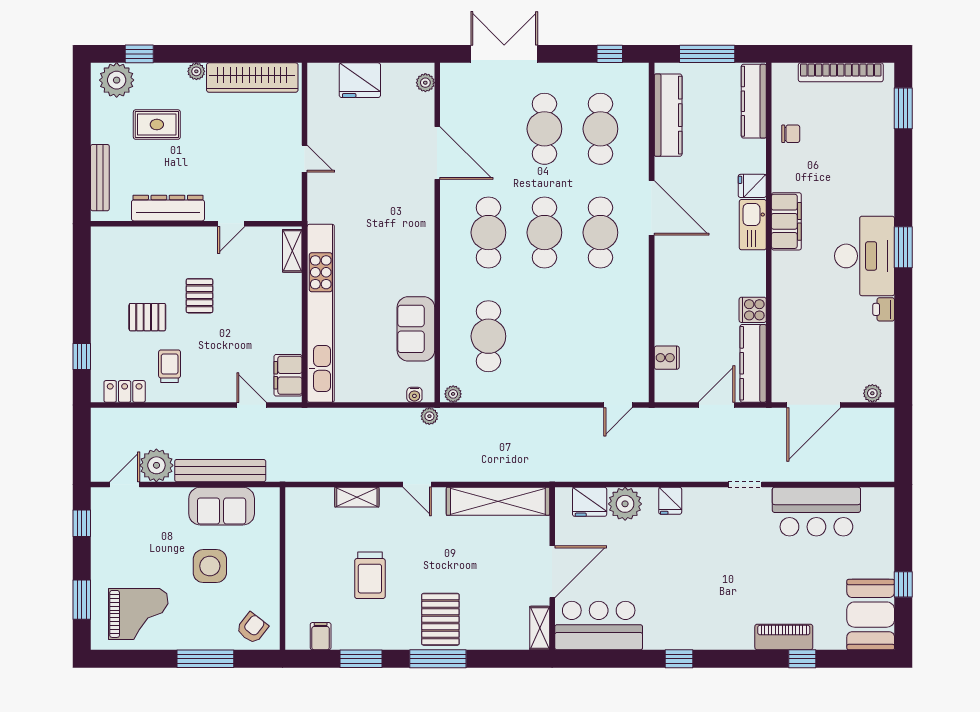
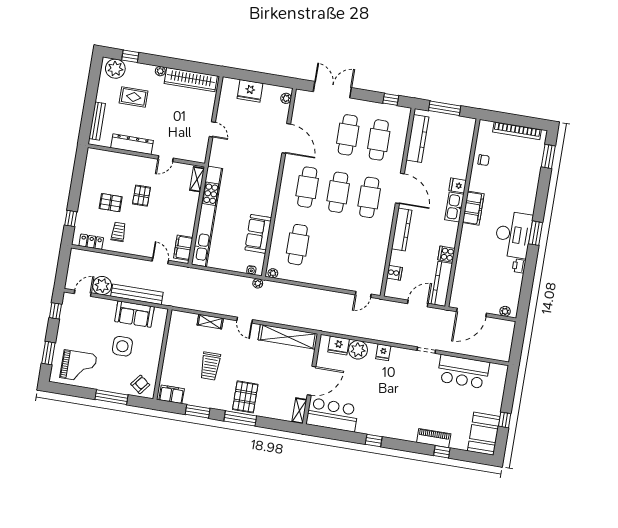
kitchen counter: (754, 101) -> (402, 229), moved, turned 180
filing cabinet: (321, 636) -> (172, 394), width x2.00

